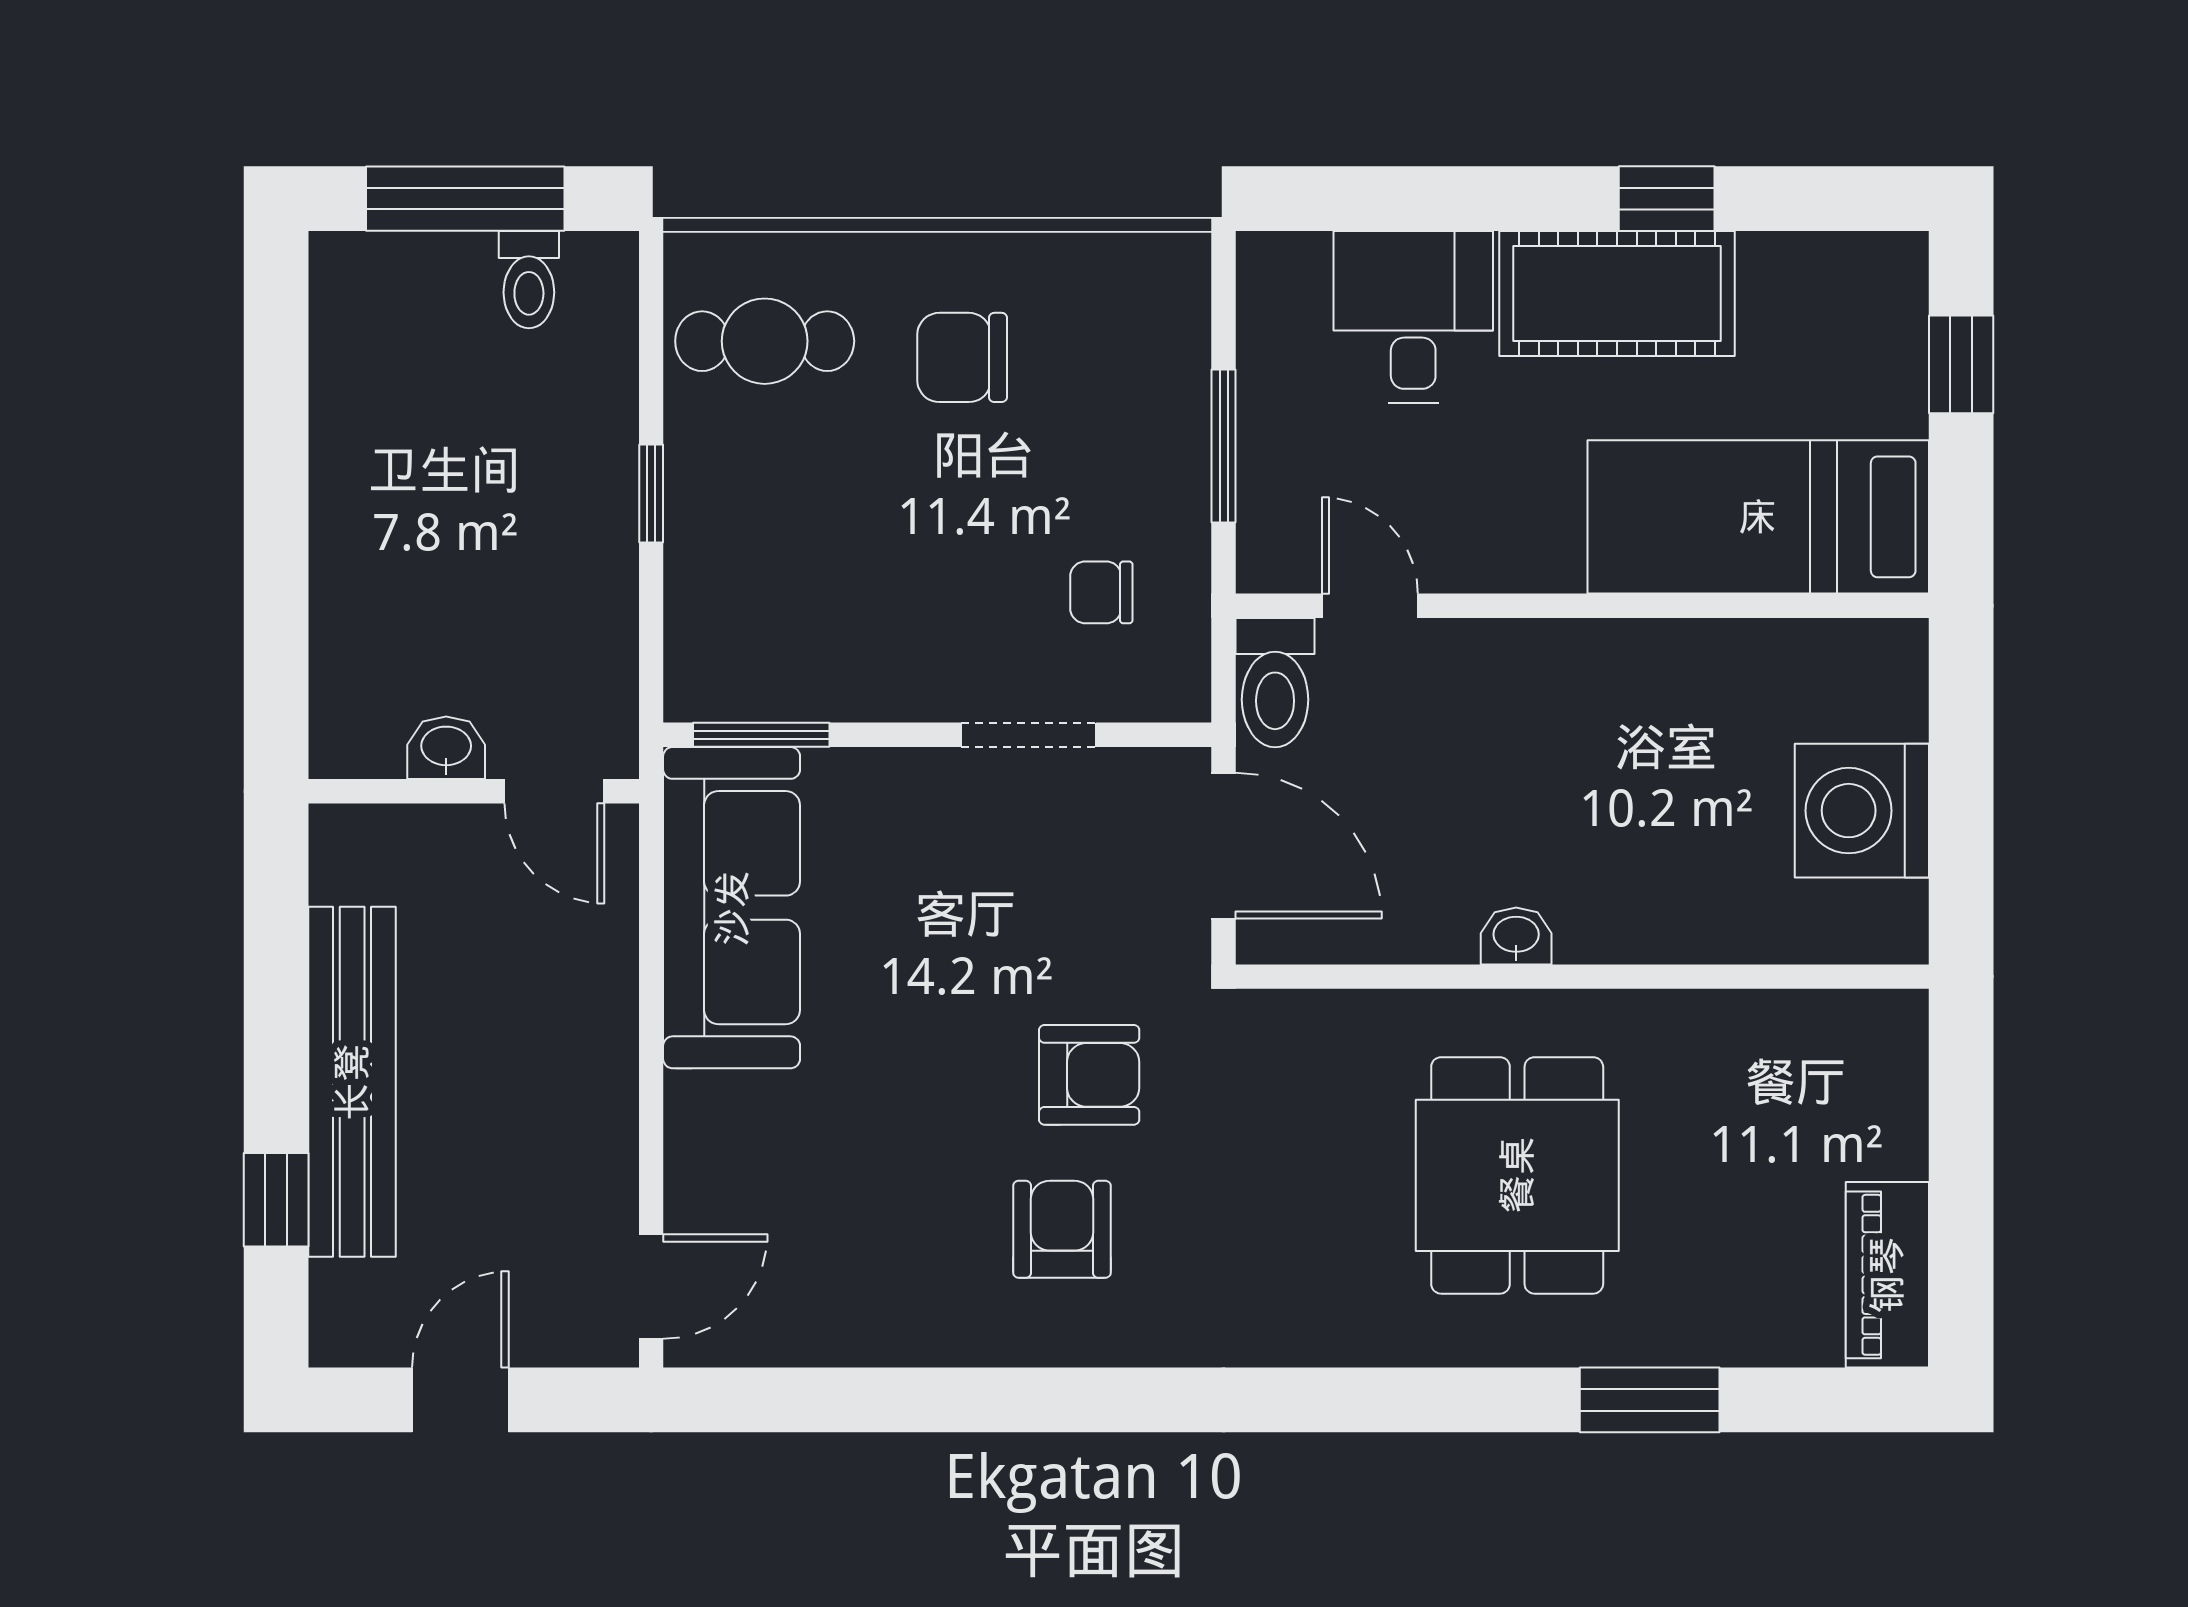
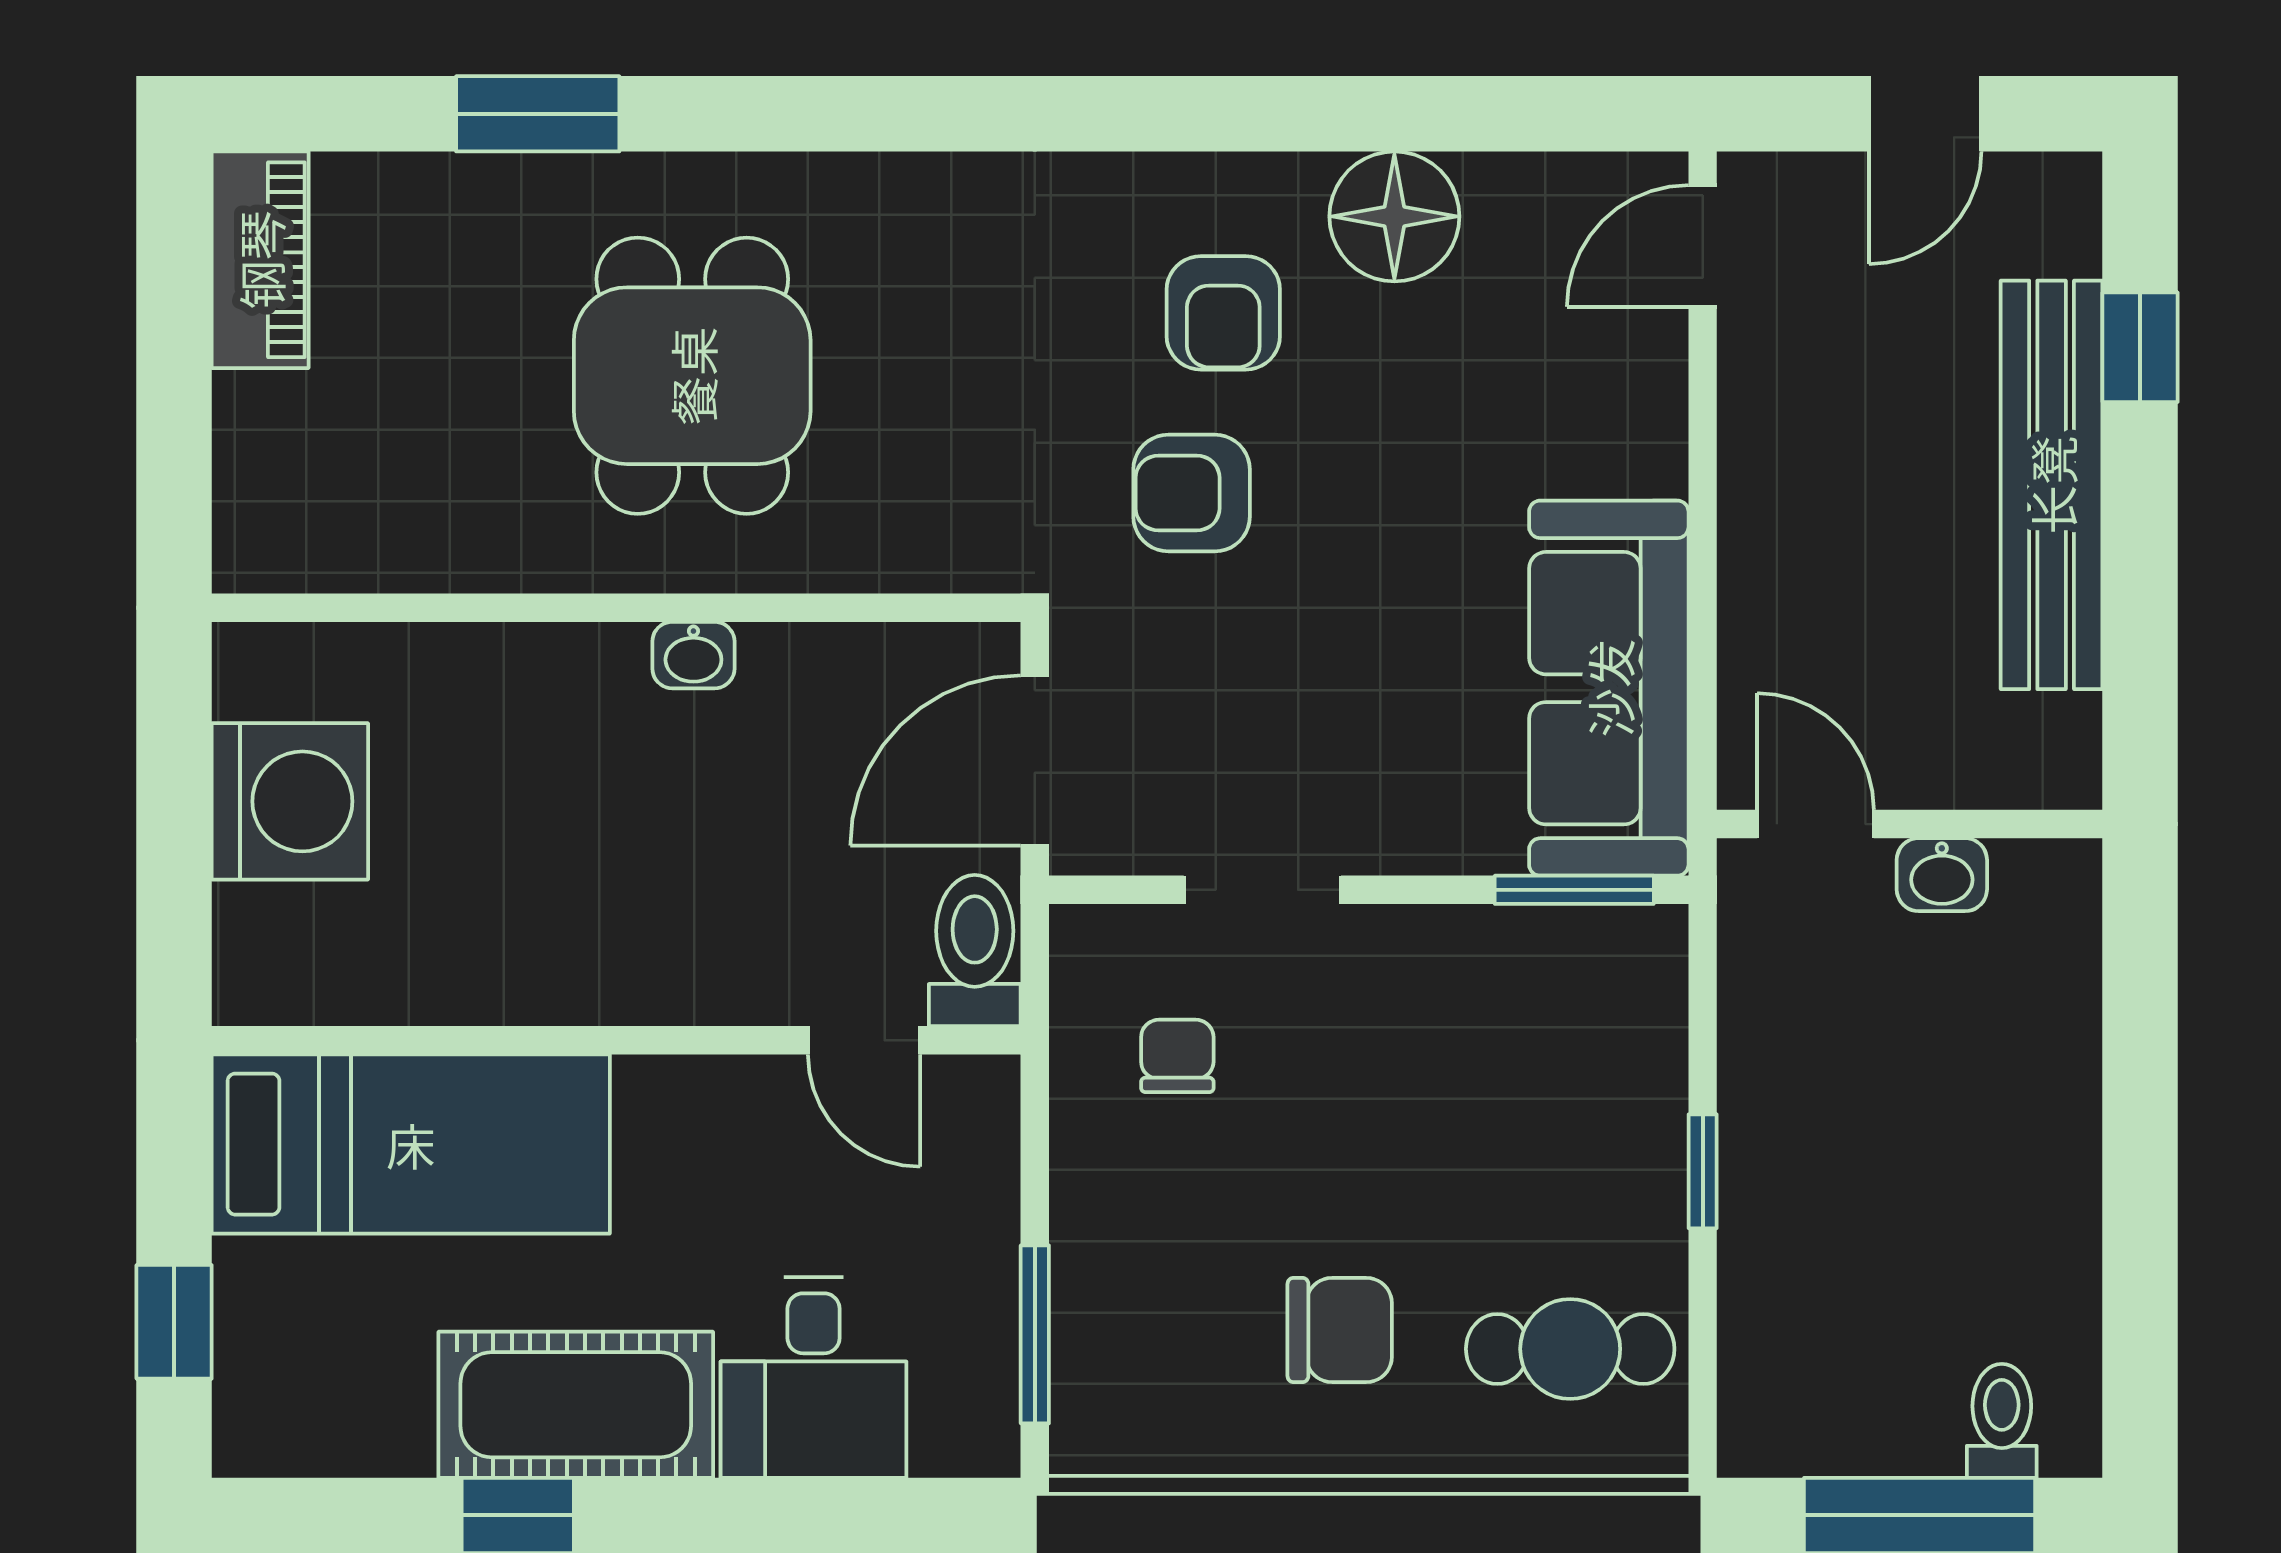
toilet: (529, 280) -> (2002, 1421), moved
window: (1224, 446) -> (1035, 1334), moved
chair: (1101, 592) -> (1177, 1056), turned -90
door: (1224, 846) -> (1035, 760), hinge flipped
floor lamp: (915, 1312) -> (1394, 216), added

